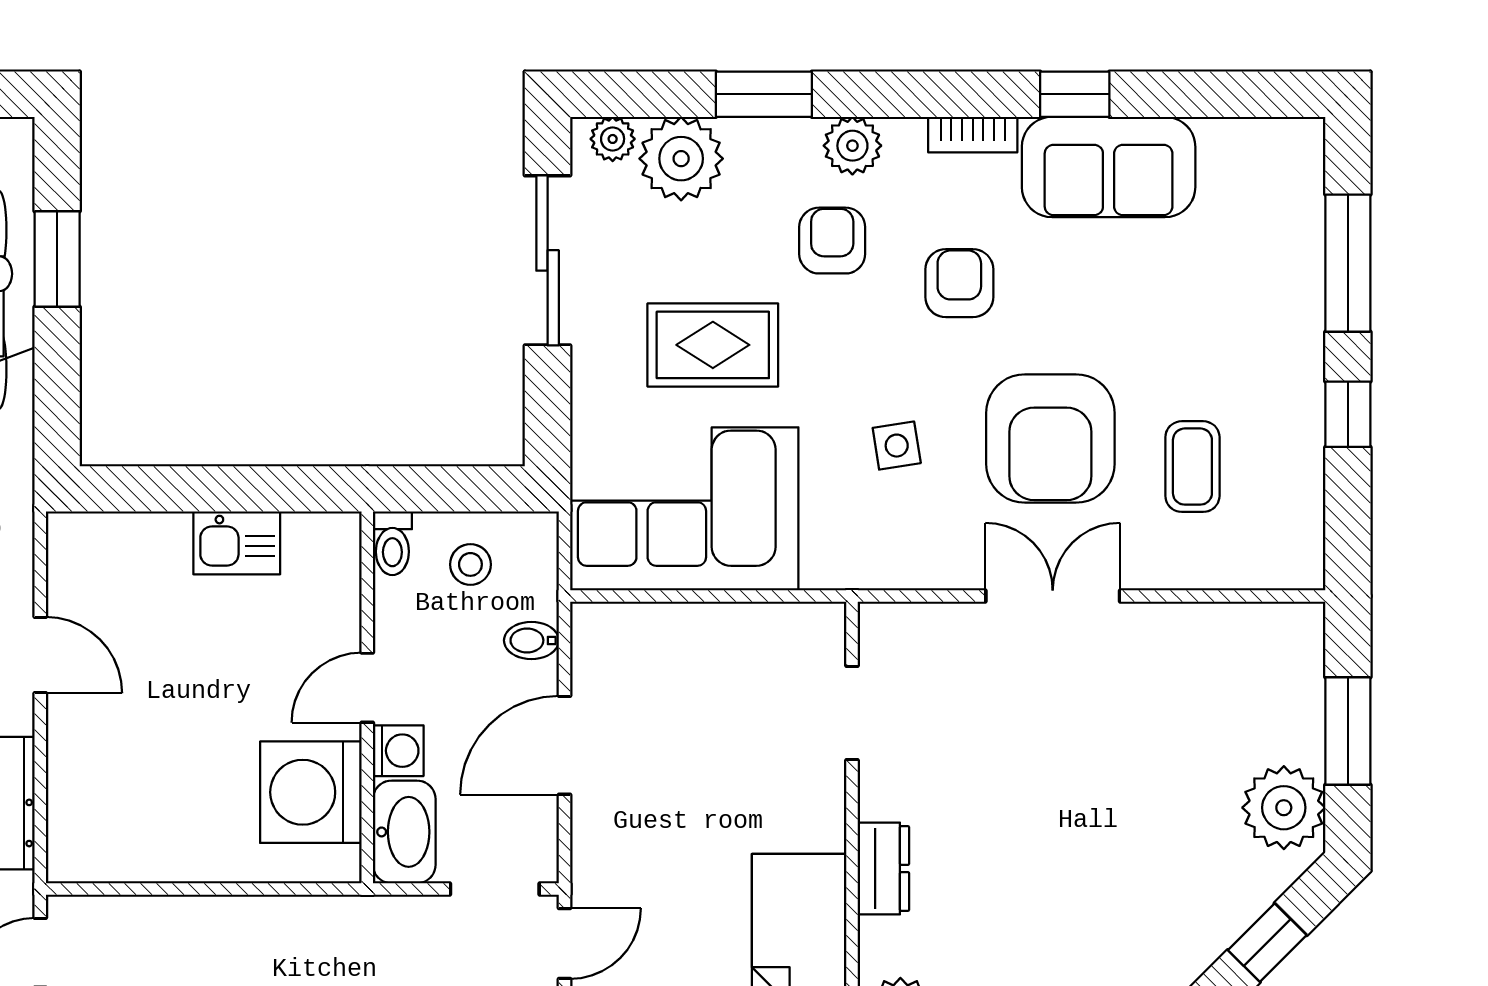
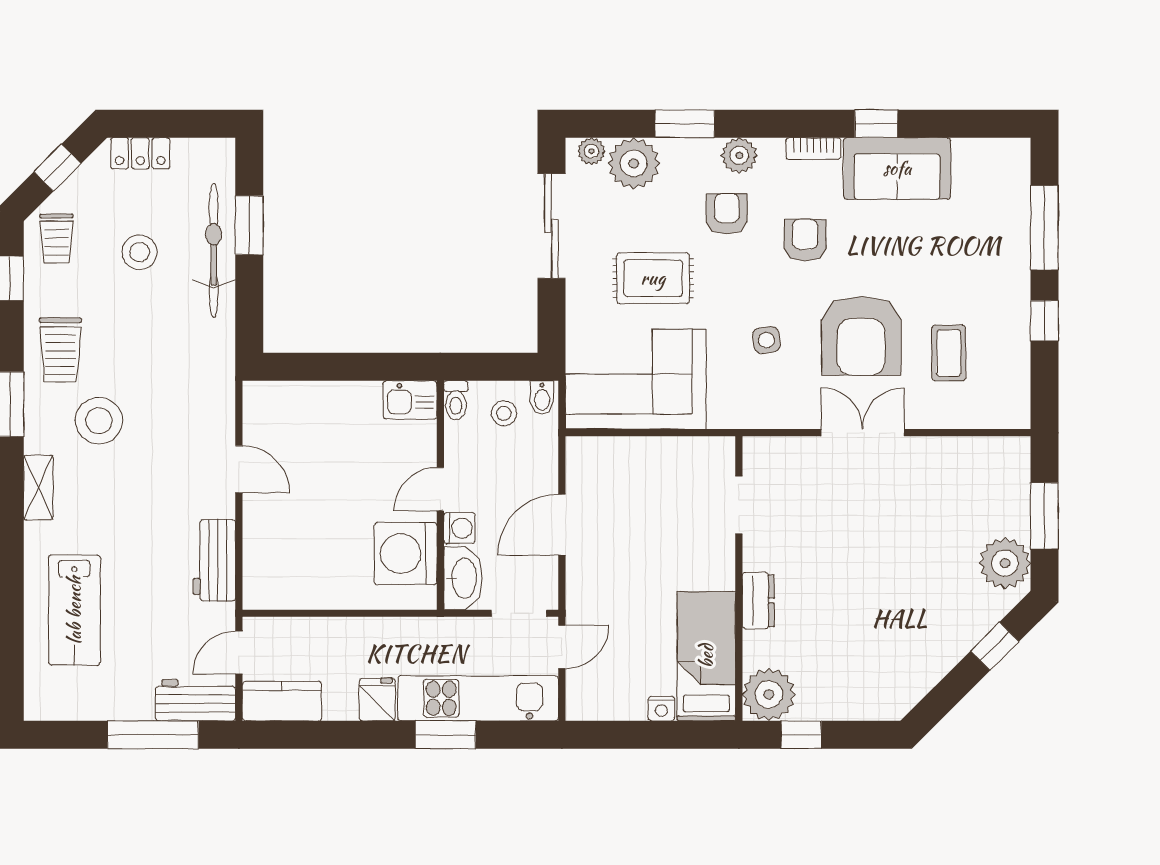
kitchen sink: (237, 543) -> (410, 400), moved
bidet: (531, 640) -> (542, 398), moved, turned -90

